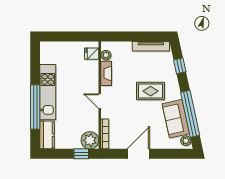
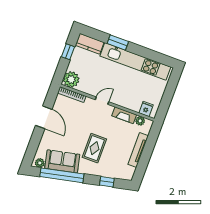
tv unit: (151, 46) -> (138, 150), moved
kitchen unit: (48, 92) -> (135, 61), width x1.36
window: (35, 107) -> (118, 43), width x0.47
window: (81, 154) -> (68, 52), moved

